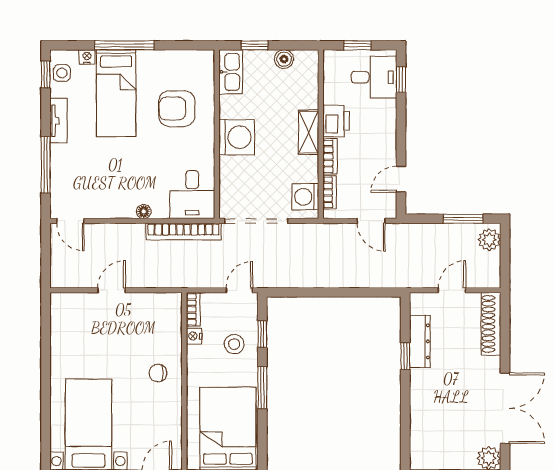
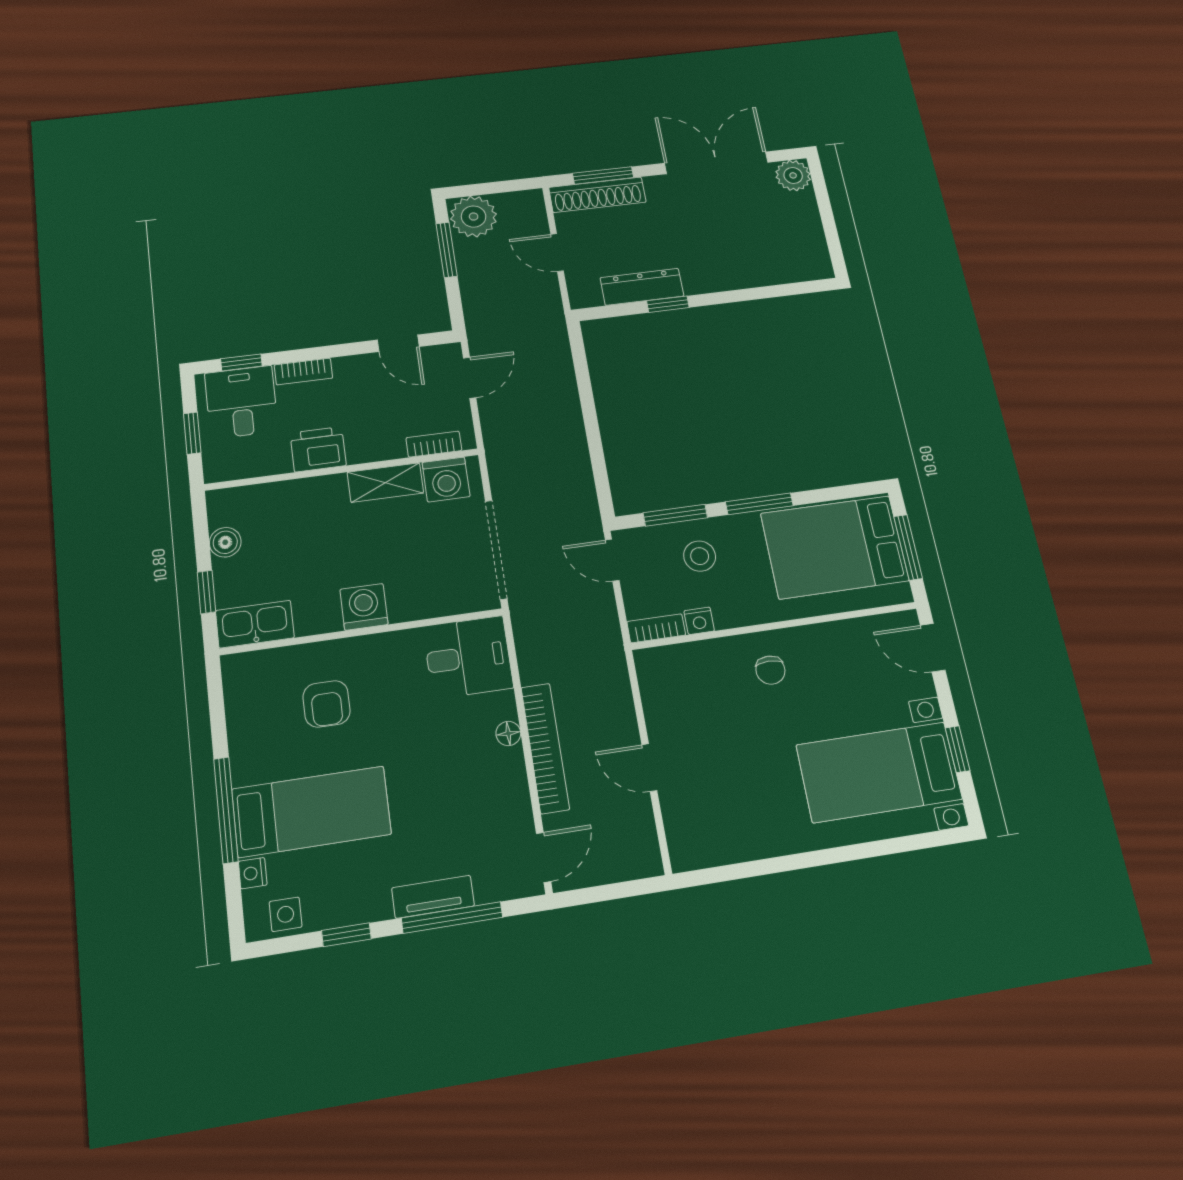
window: (46, 75) -> (346, 935), moved
armchair: (177, 109) -> (326, 704), width x0.72, depth x0.72
tv unit: (58, 121) -> (433, 897), moved
shelving: (309, 132) -> (385, 483), moved
washing machine: (237, 137) -> (364, 607), width x0.73, depth x0.73
bookcase: (330, 156) -> (303, 371), moved, turned 180
bookcase: (184, 232) -> (545, 748), moved
plant: (489, 240) -> (474, 217), width x1.36, depth x1.36
window: (505, 330) -> (603, 175), added
window: (262, 334) -> (675, 515), width x1.50

